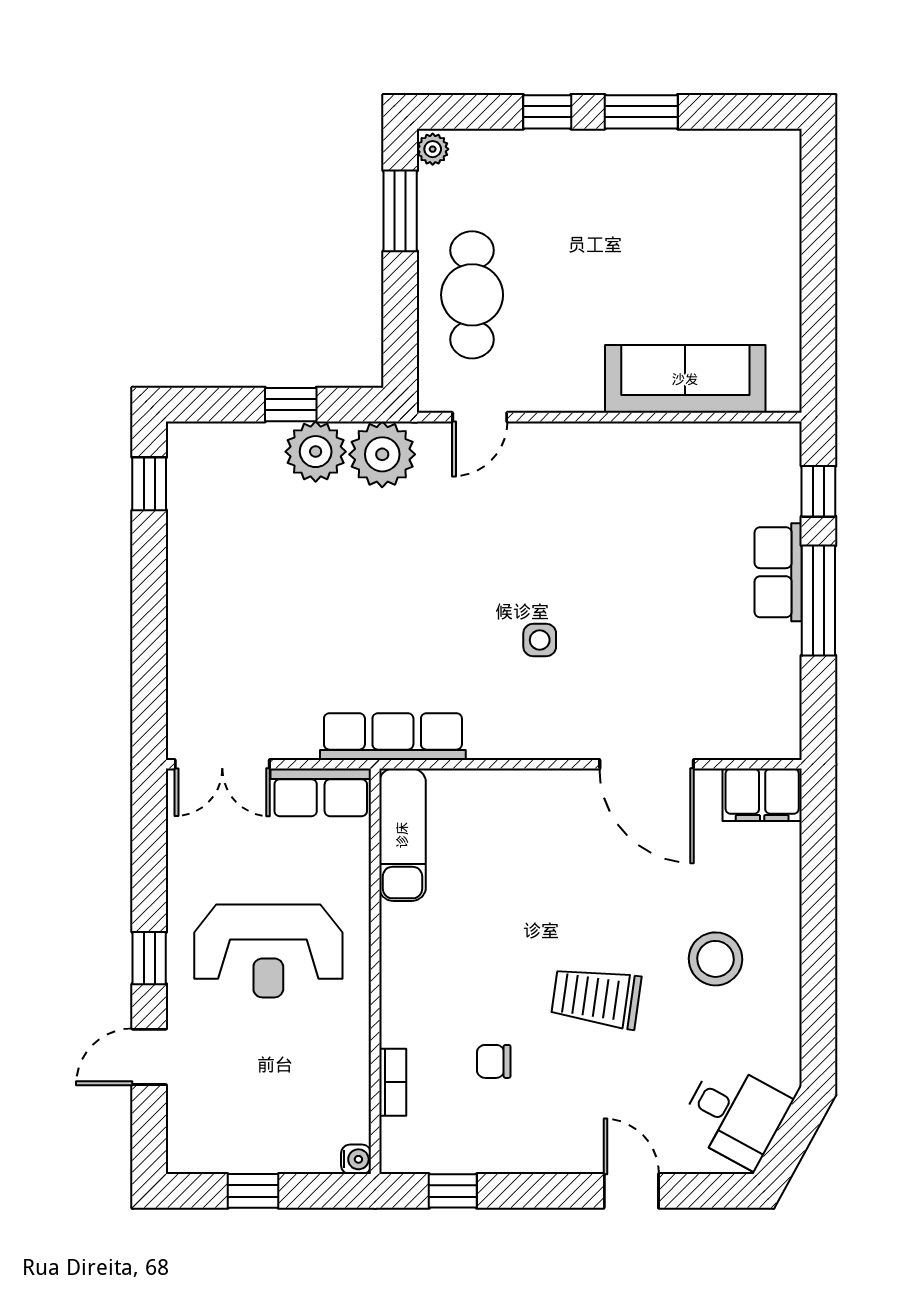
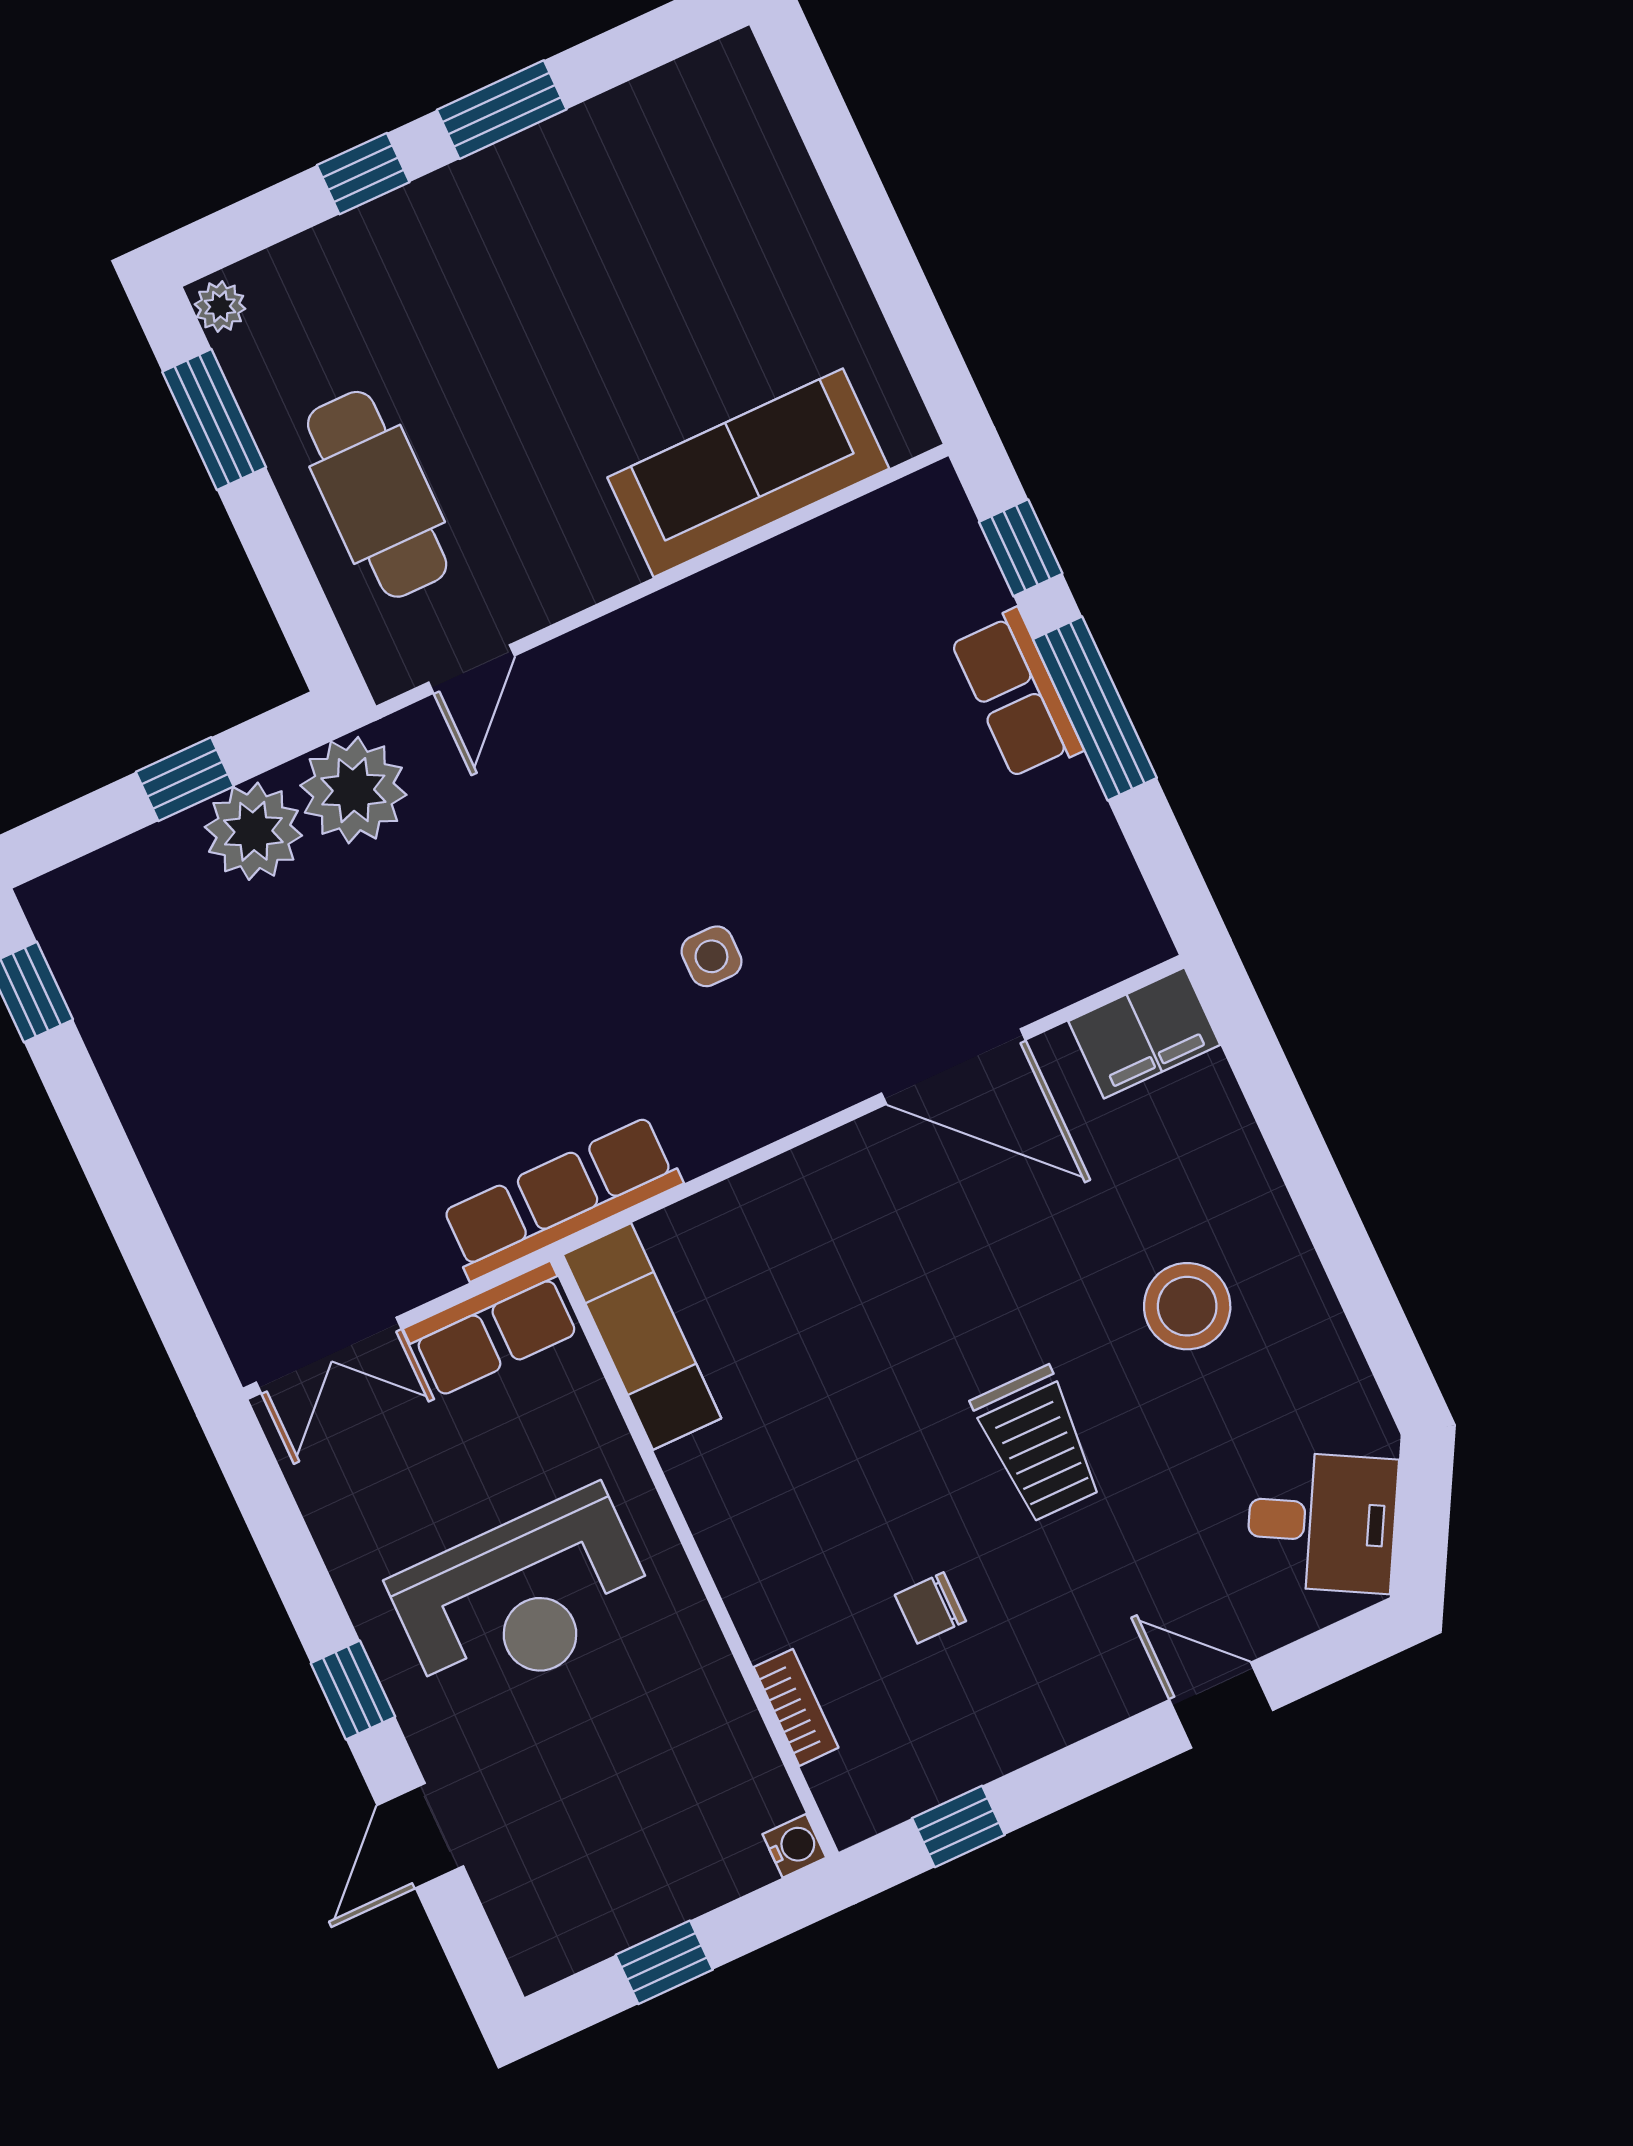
trolley: (596, 998) -> (1038, 1444), turned -98

